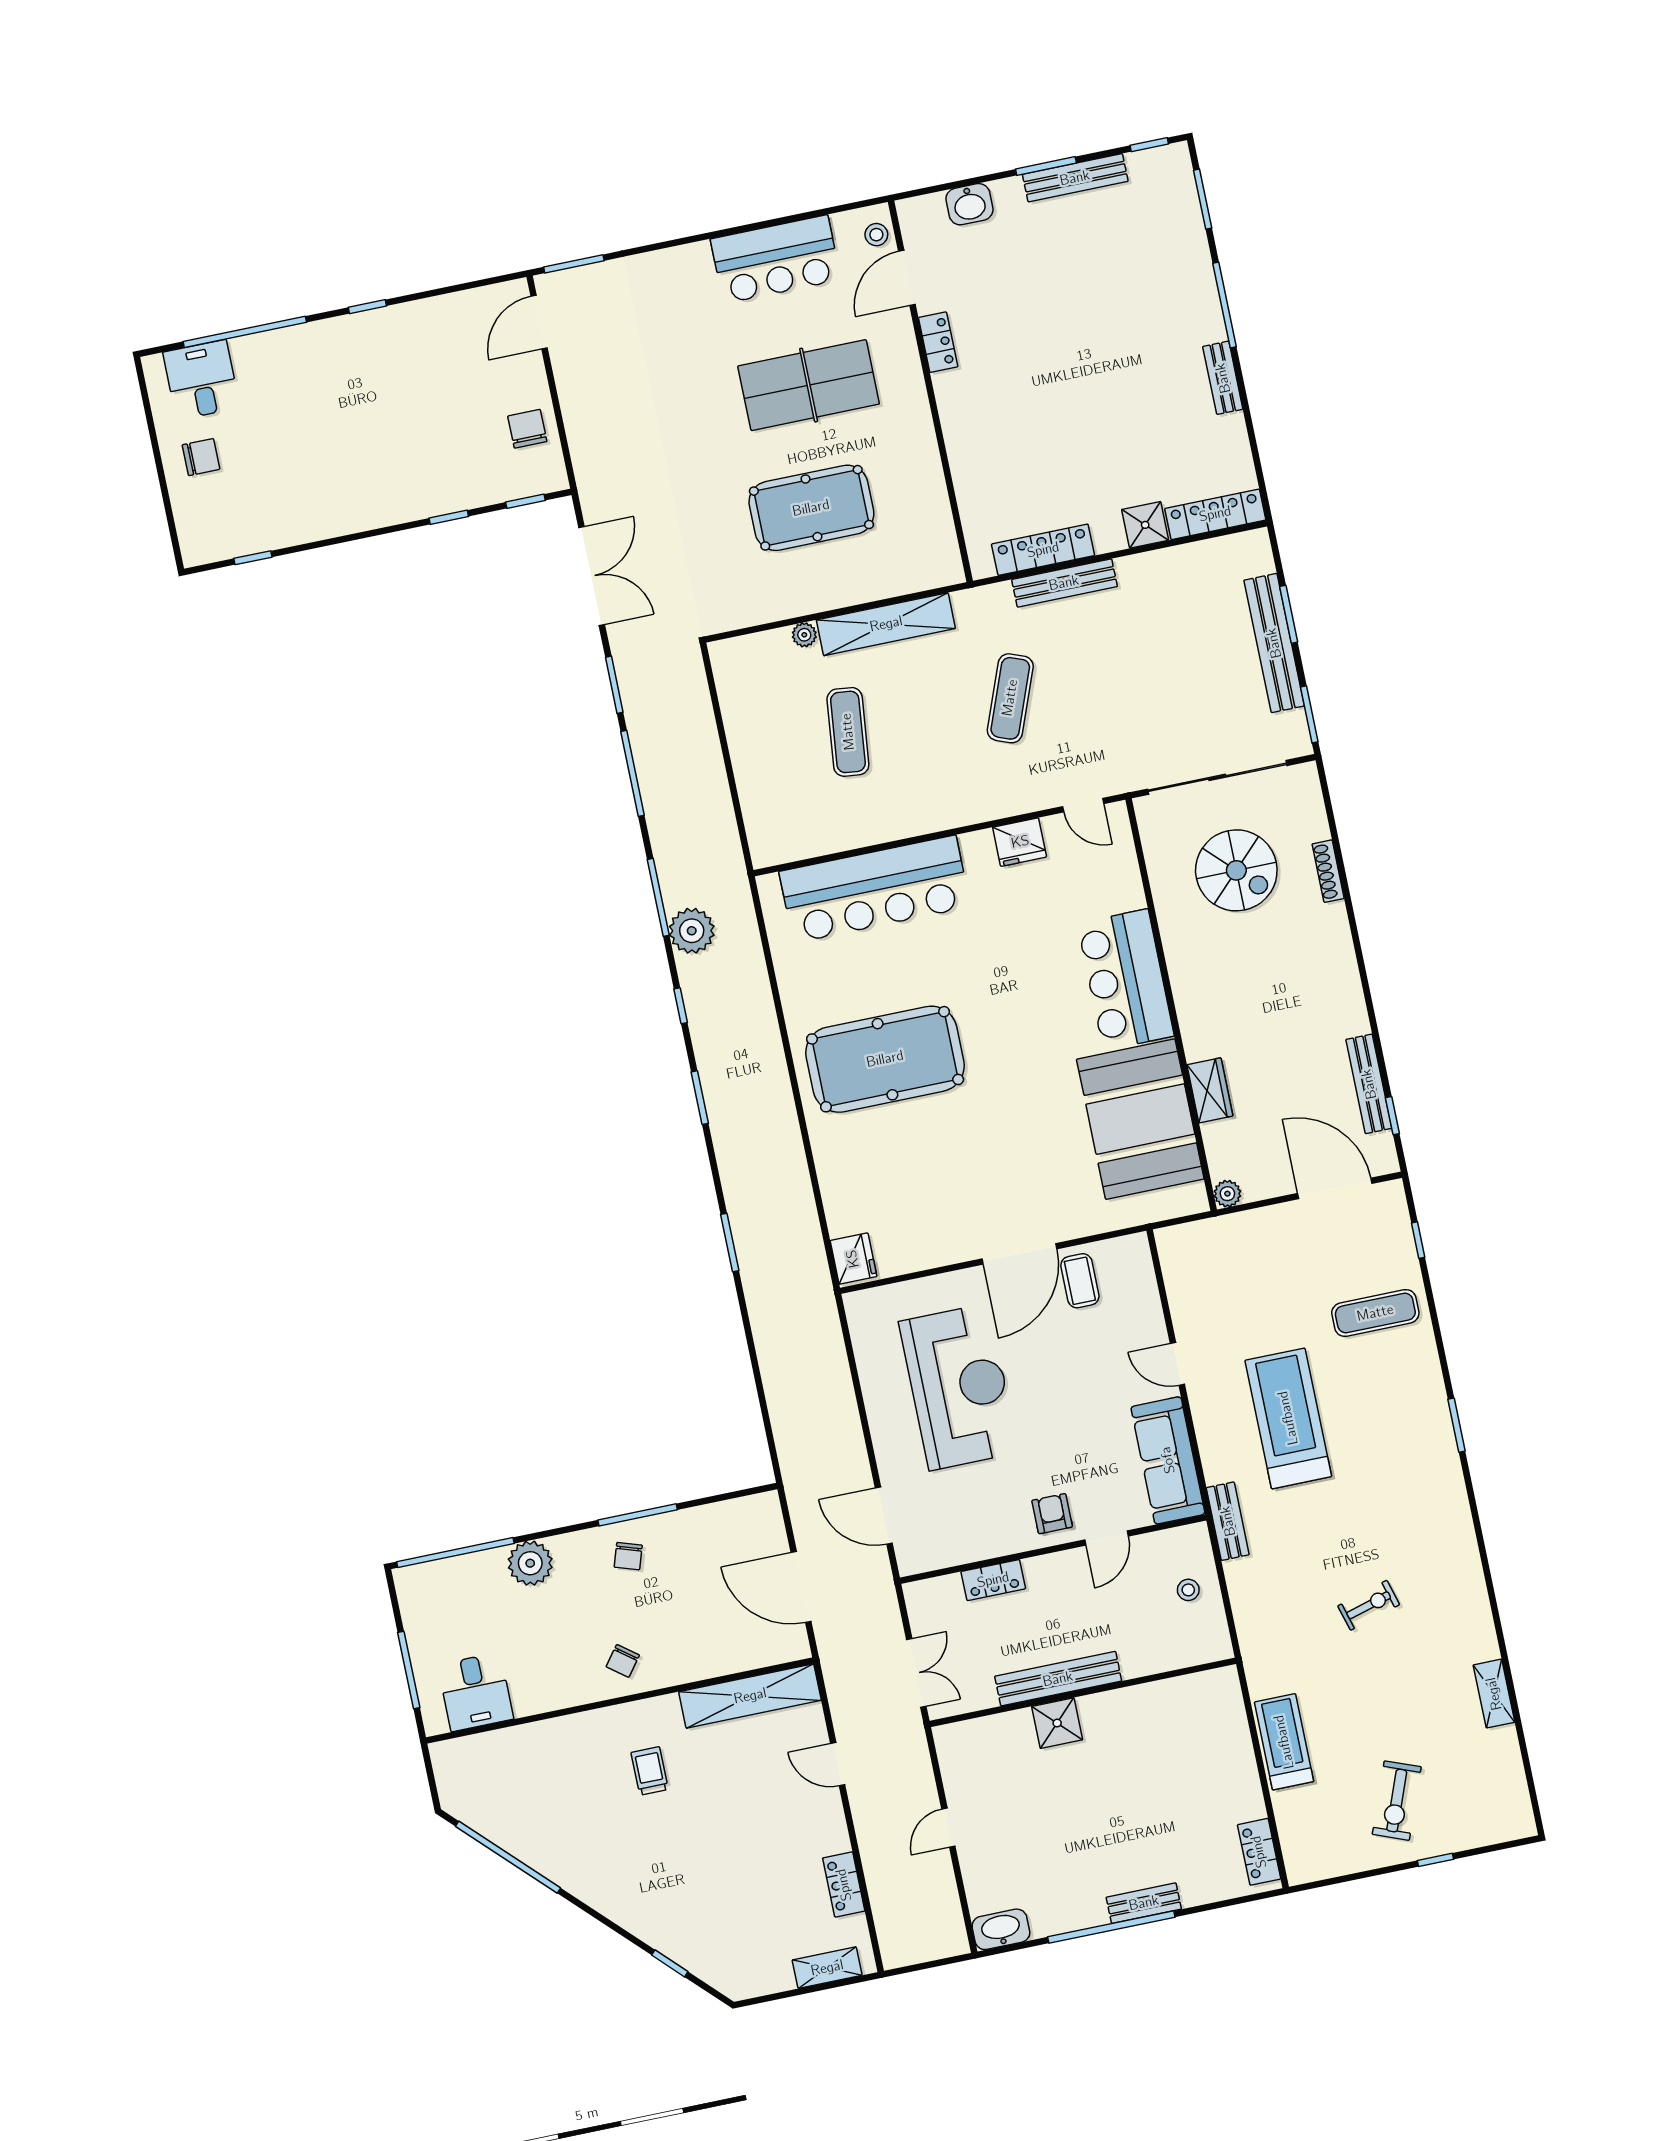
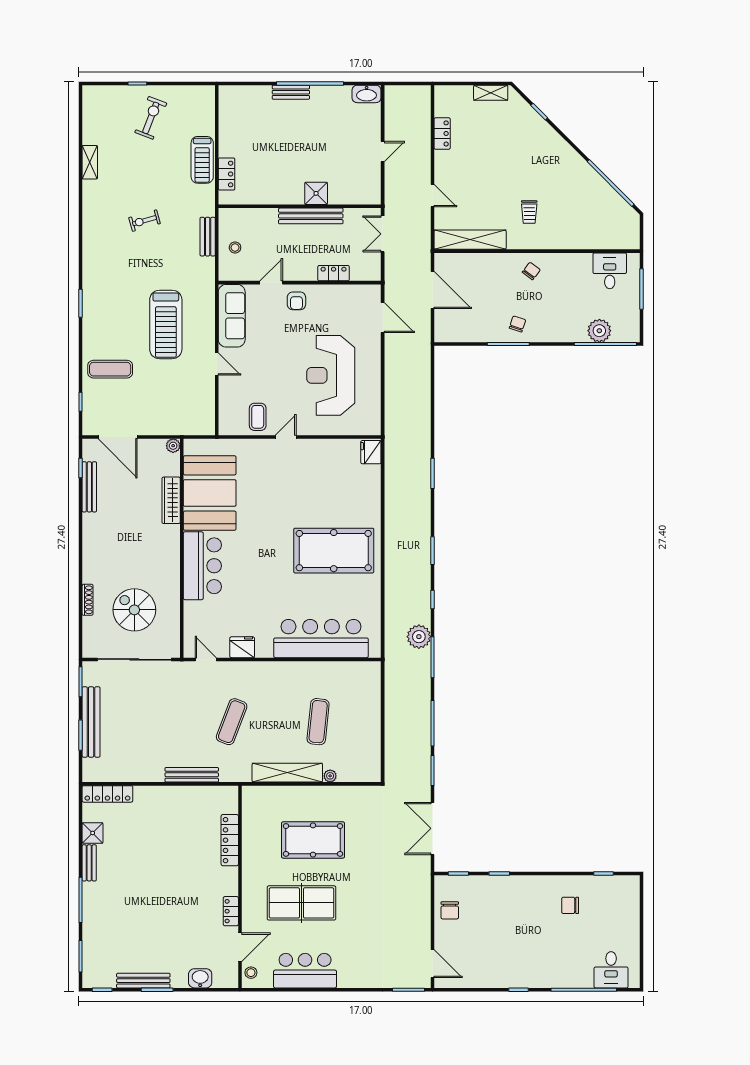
door: (539, 322) -> (432, 964), hinge flipped
chair: (201, 457) -> (570, 905), moved
shower: (1145, 525) -> (93, 833), moved
locker: (1043, 550) -> (230, 840), moved, turned 90
wardrobe: (1210, 1090) -> (171, 500), width x1.50
door: (1019, 1254) -> (286, 437), width x0.53
bench: (1228, 1521) -> (208, 237), moved
plant: (530, 1563) -> (599, 331), moved
locker: (1259, 1852) -> (227, 174), moved
shelving: (827, 1968) -> (491, 93), moved

